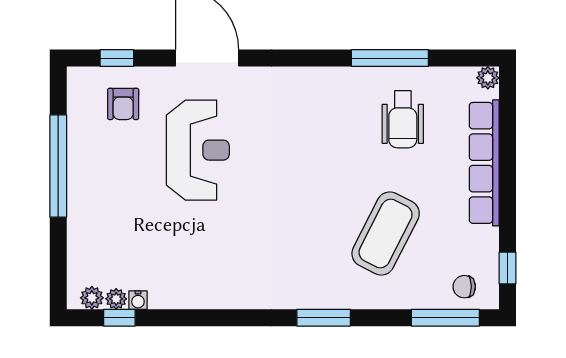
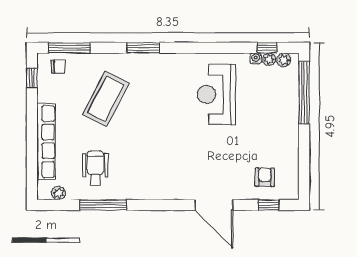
plant: (488, 78) -> (58, 193), moved
reception desk: (198, 150) -> (216, 94), moved
window: (58, 166) -> (304, 93), moved

